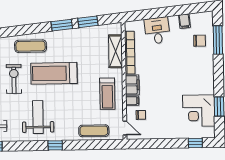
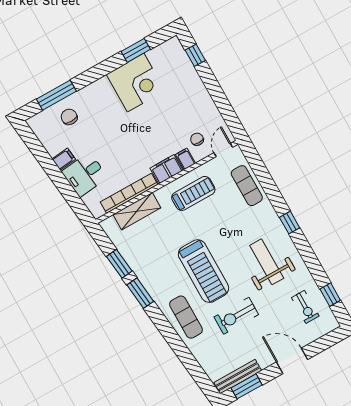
filing cabinet: (184, 21) -> (64, 159), moved
corner desk: (199, 111) -> (136, 83), moved
weight bench: (38, 117) -> (267, 262), turned 90

